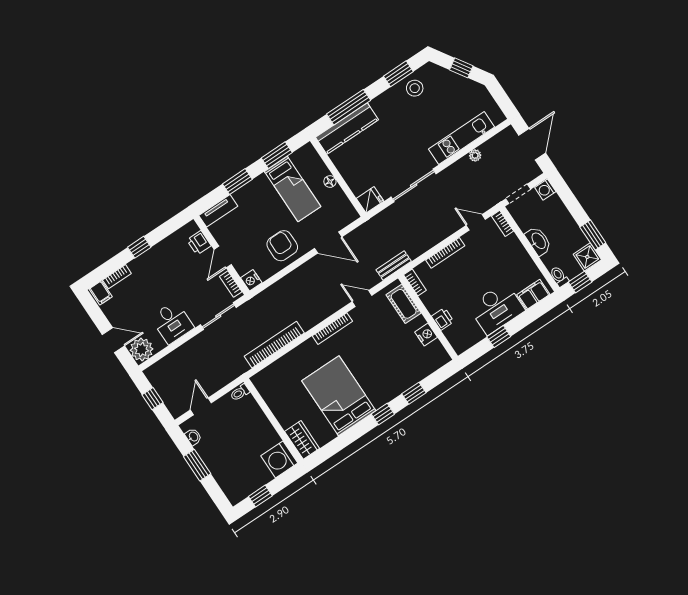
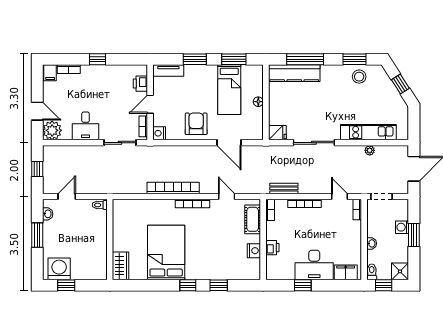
washing machine: (545, 190) -> (402, 227), moved
window: (593, 235) -> (414, 235), moved
washbasin: (538, 241) -> (372, 243), width x0.52, depth x0.69
bench: (394, 266) -> (284, 188), moved
bookcase: (274, 345) -> (173, 188), moved
washing machine: (279, 459) -> (59, 269), moved, turned 90

